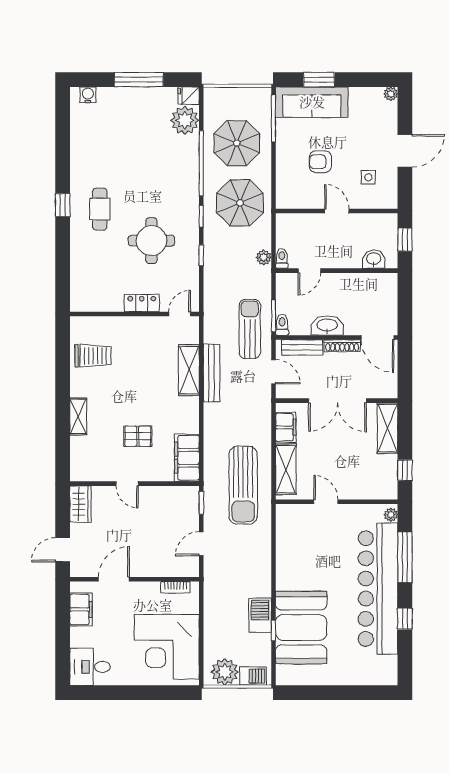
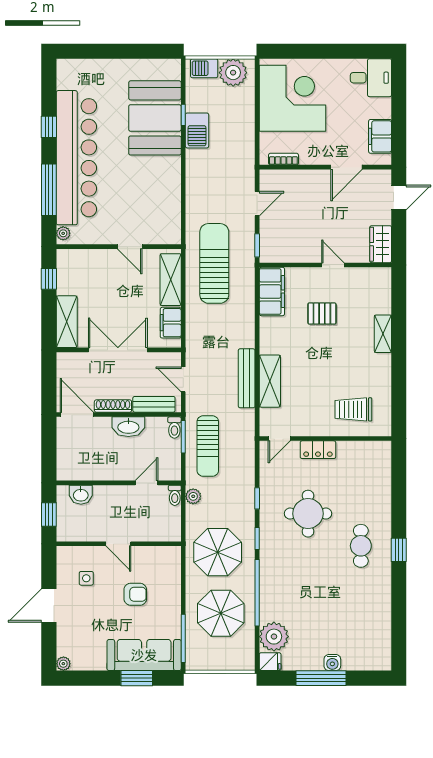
water cooler: (88, 95) -> (332, 663), moved
sun lounger: (250, 329) -> (208, 446), moved
trolley: (93, 356) -> (353, 409), moved

